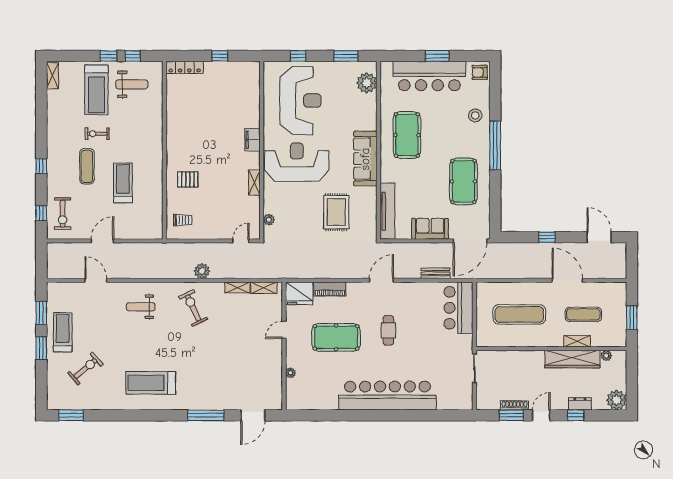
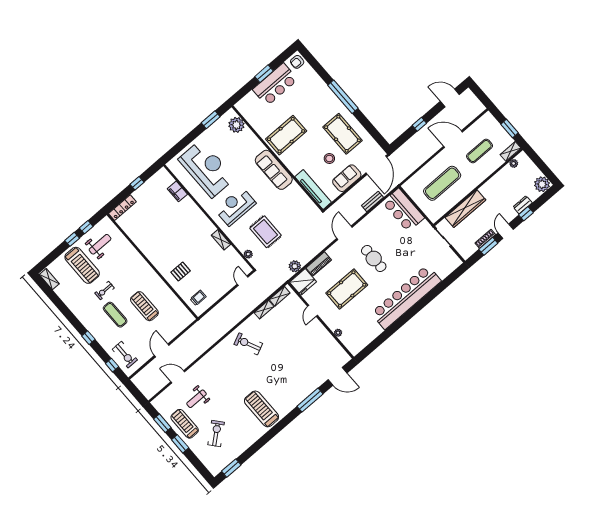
window: (298, 56) -> (183, 144), removed
bar counter: (429, 76) -> (275, 84), width x0.73
stool: (475, 115) -> (329, 158), moved
pool table: (407, 135) -> (286, 135), turned 90
filing cabinet: (252, 140) -> (177, 191), moved
reception desk: (297, 162) -> (235, 206), width x0.74, depth x0.77
rug: (336, 212) -> (266, 232), moved
plant: (202, 271) -> (295, 266), moved
weight bench: (141, 307) -> (197, 399), moved
cafe table: (388, 330) -> (374, 259), width x1.37, depth x1.35
shelving: (577, 341) -> (511, 151), moved
wardrobe: (572, 359) -> (465, 209), moved
treadmill: (151, 383) -> (262, 409), turned 90
door: (253, 415) -> (337, 376), hinge flipped

